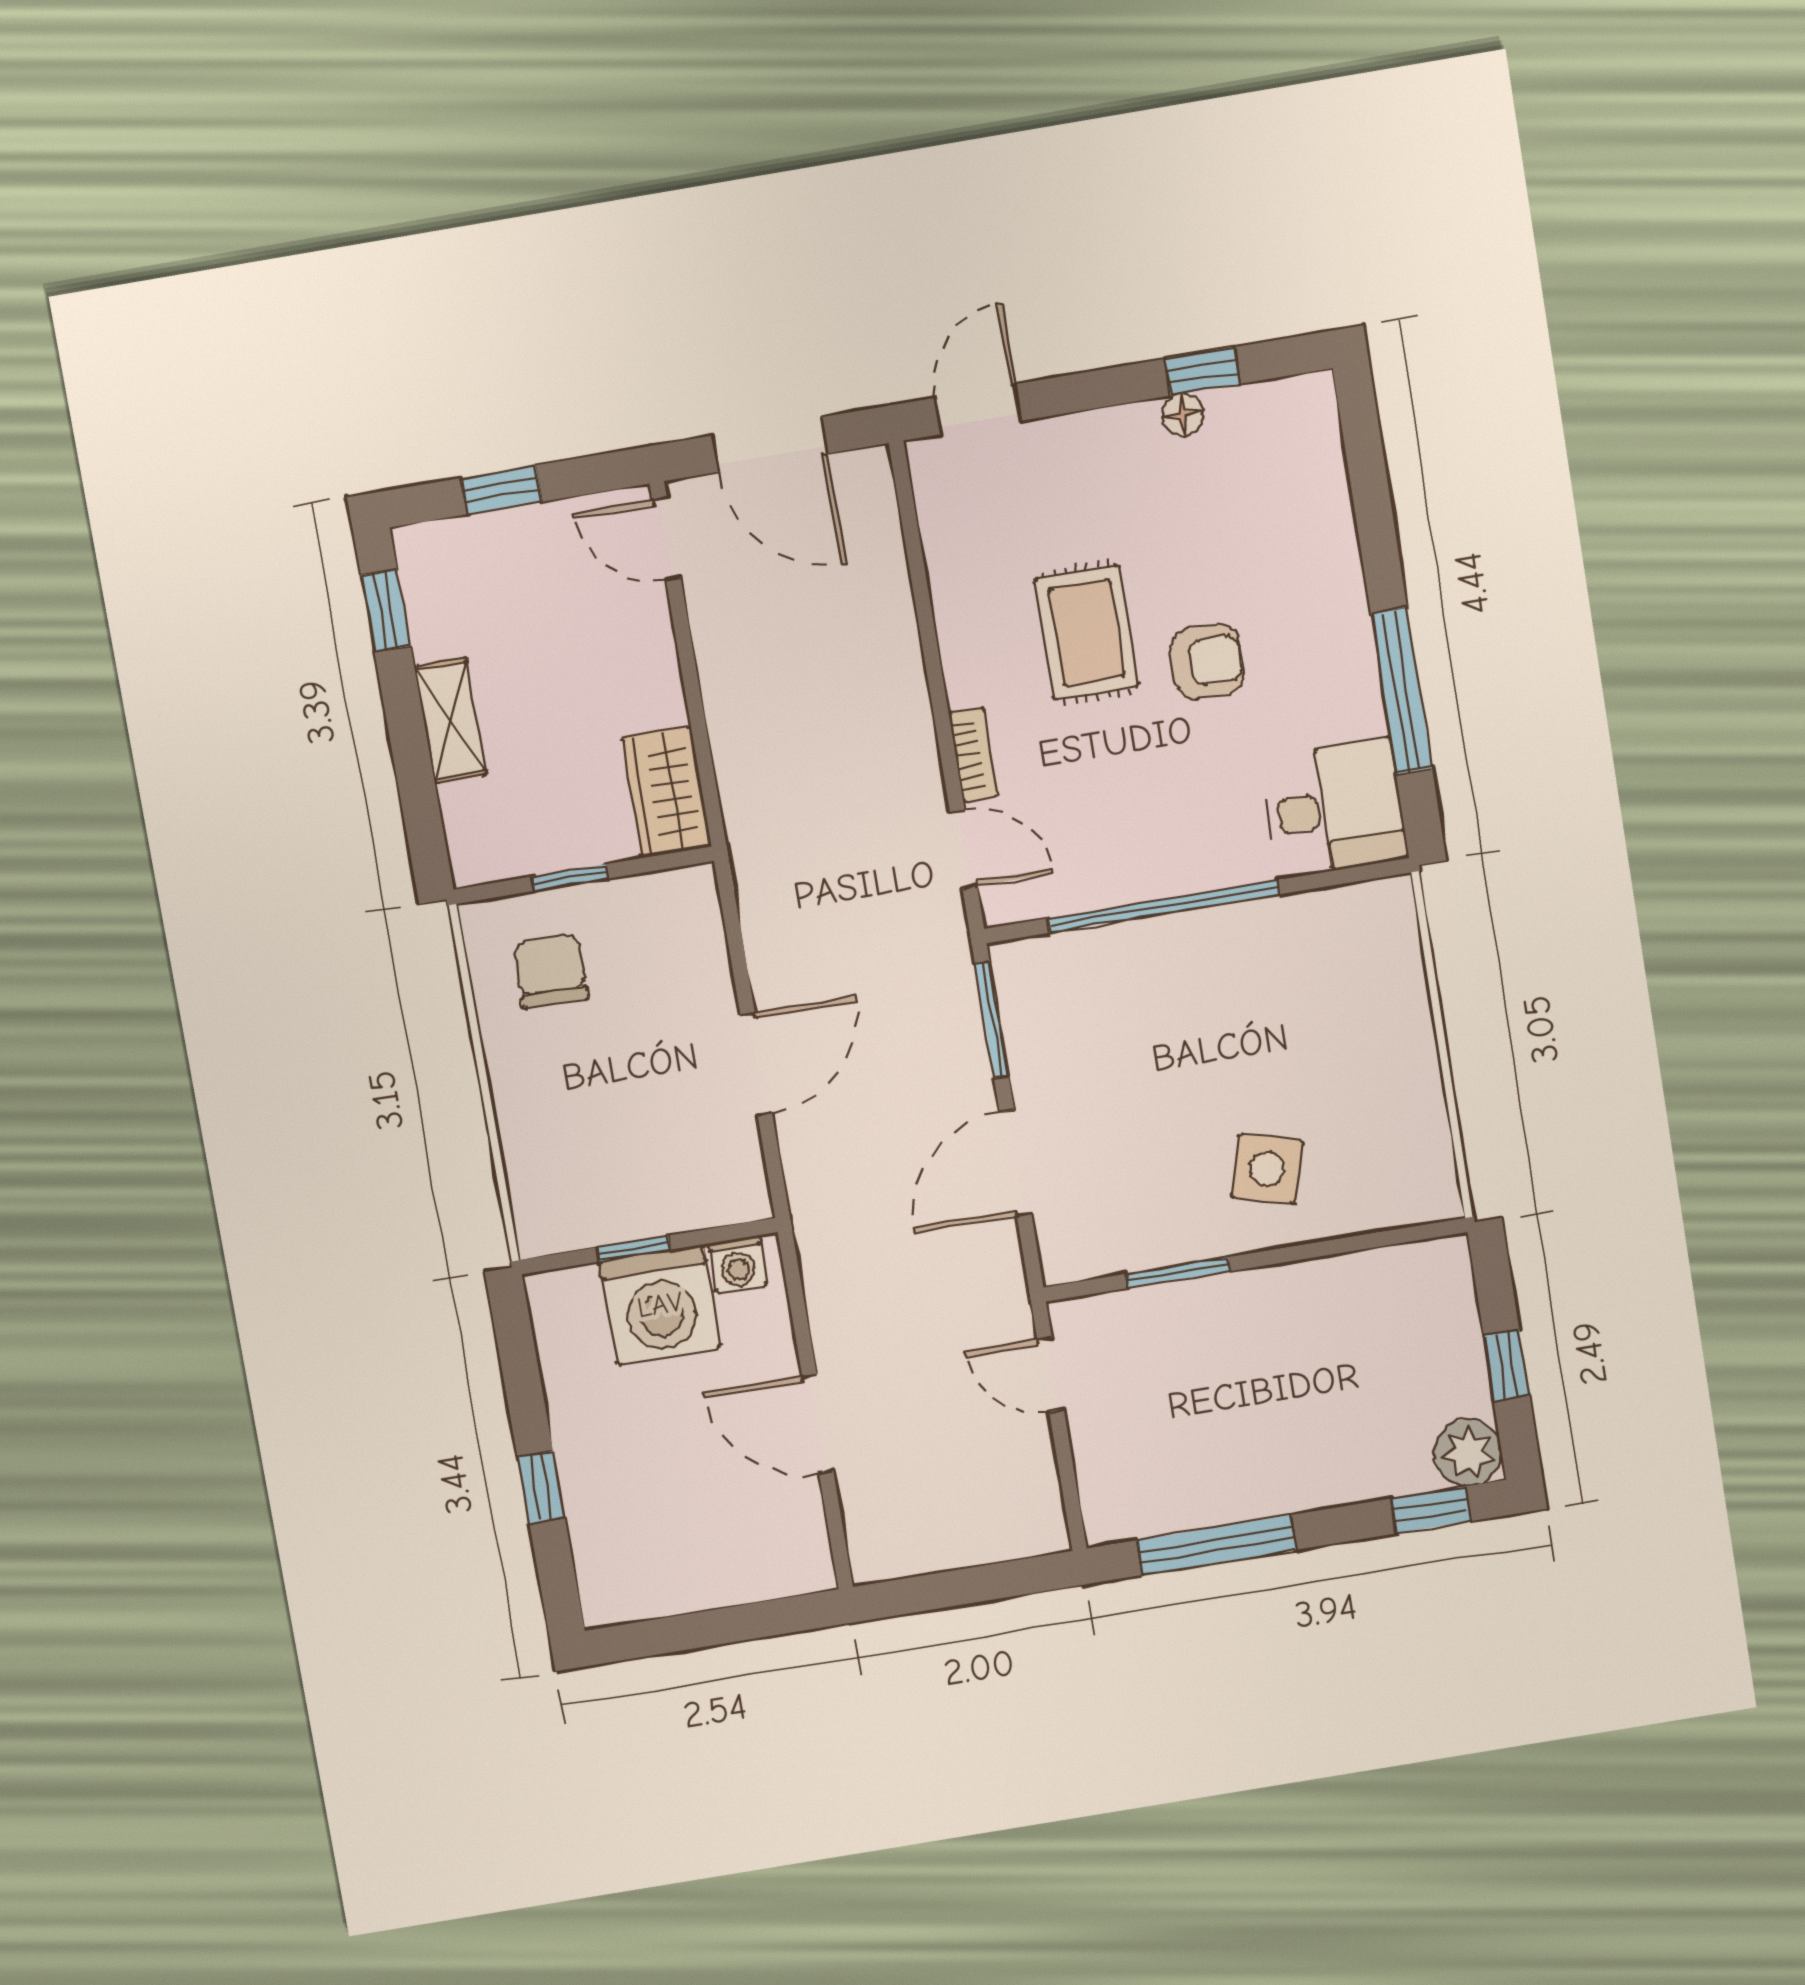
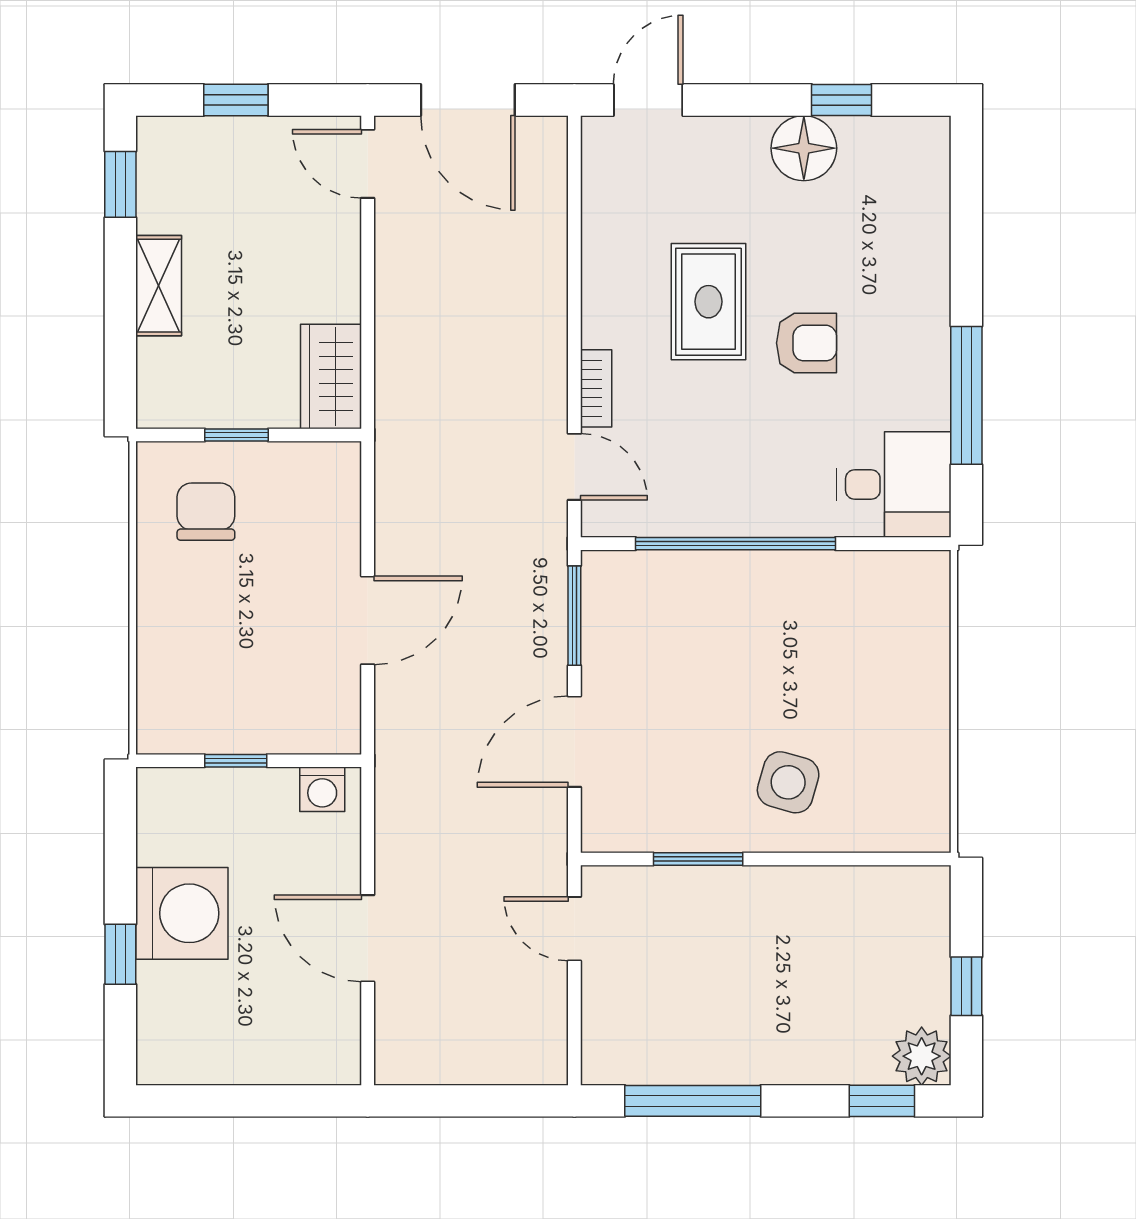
floor lamp: (1183, 414) -> (804, 148), width x1.89, depth x1.89
washing machine: (660, 1305) -> (182, 913), moved, turned -90

